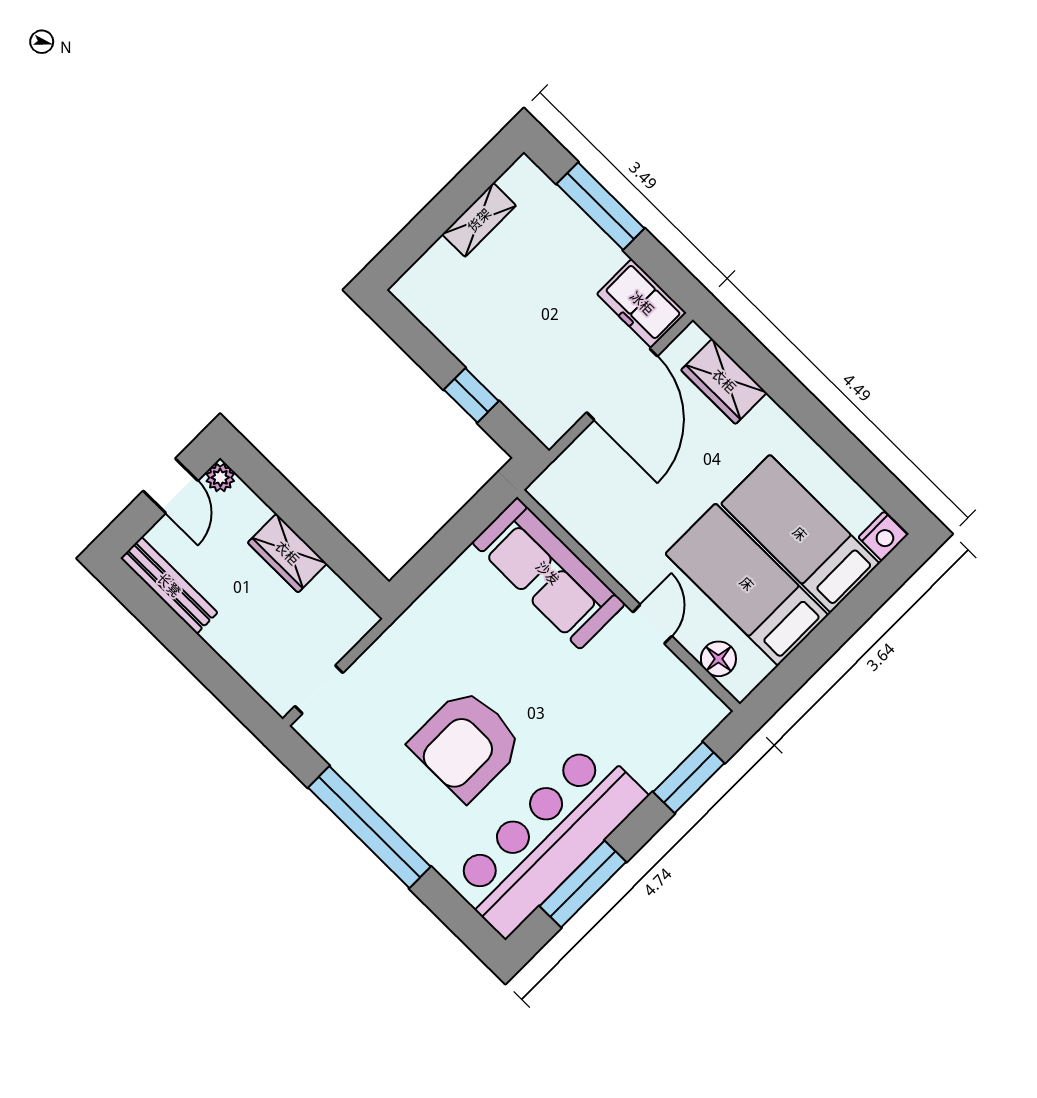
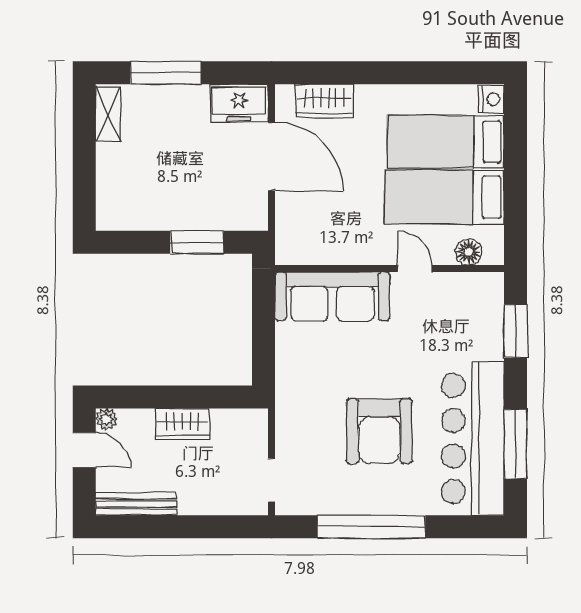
shelving: (479, 220) -> (108, 114), moved
window: (471, 395) -> (197, 242), width x1.50

